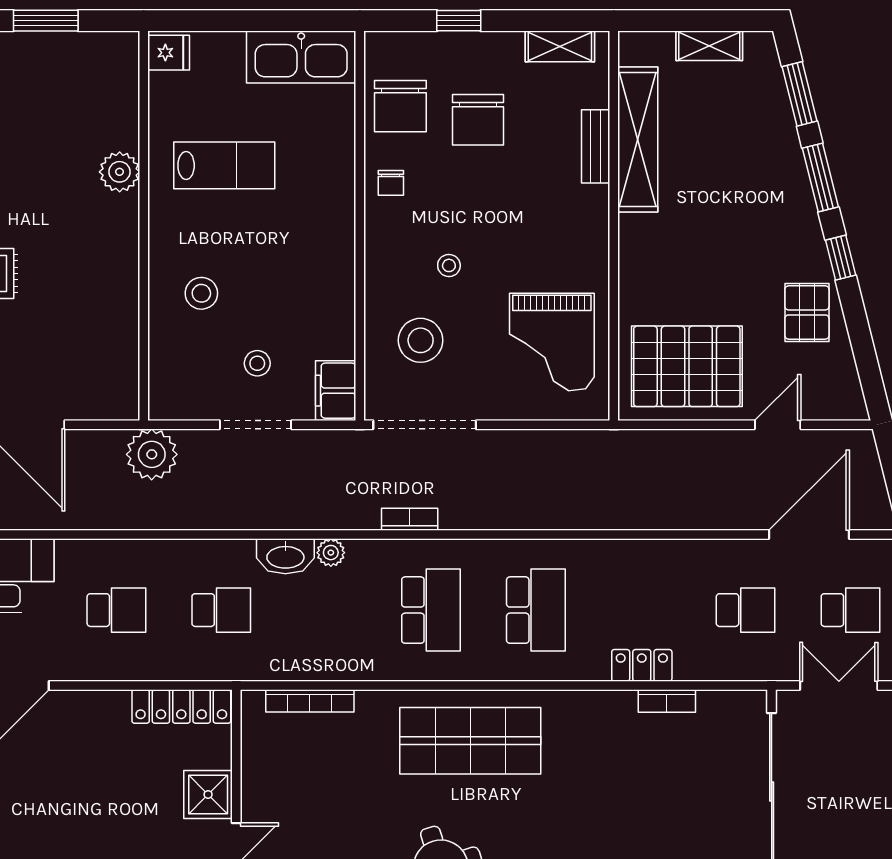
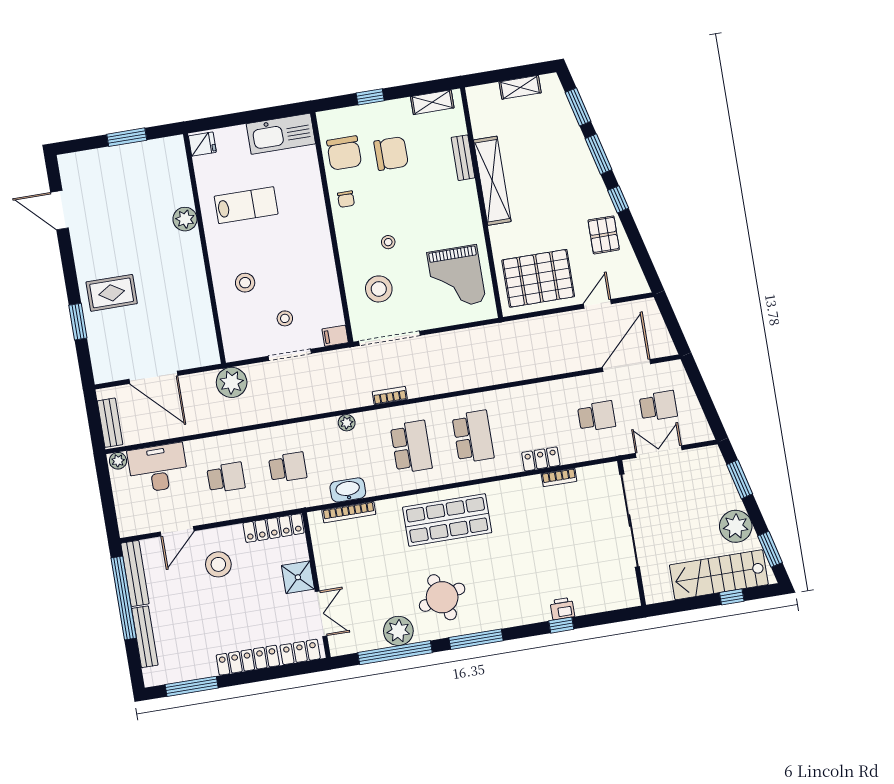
chair: (478, 120) -> (391, 154), turned -90
shelving: (638, 139) -> (492, 181), moved
filing cabinet: (336, 391) -> (335, 336), width x0.50
washbasin: (285, 556) -> (348, 490), moved, turned 180
stool: (80, 752) -> (218, 564), added

